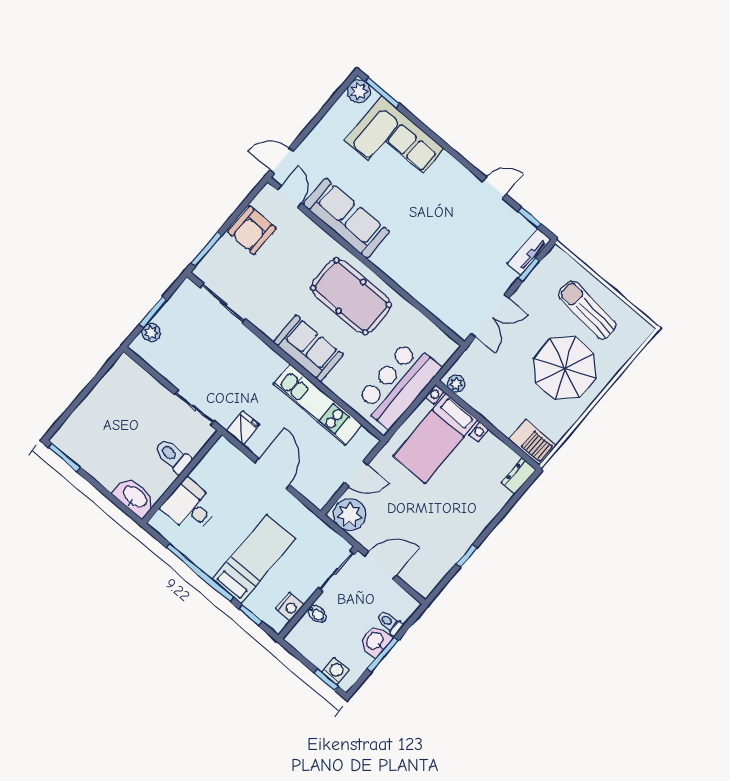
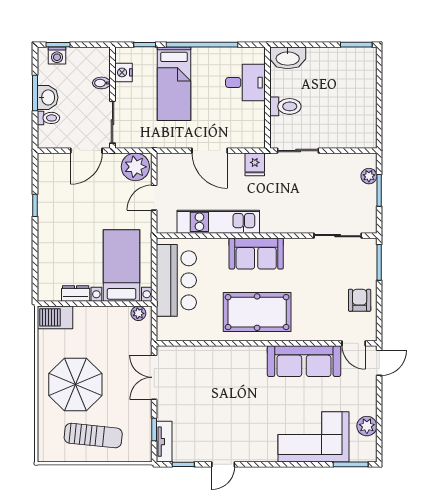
plant: (359, 91) -> (367, 426), moved
armchair: (252, 230) -> (360, 300), width x0.72, depth x0.72
dresser: (519, 476) -> (76, 293), moved, turned -90

